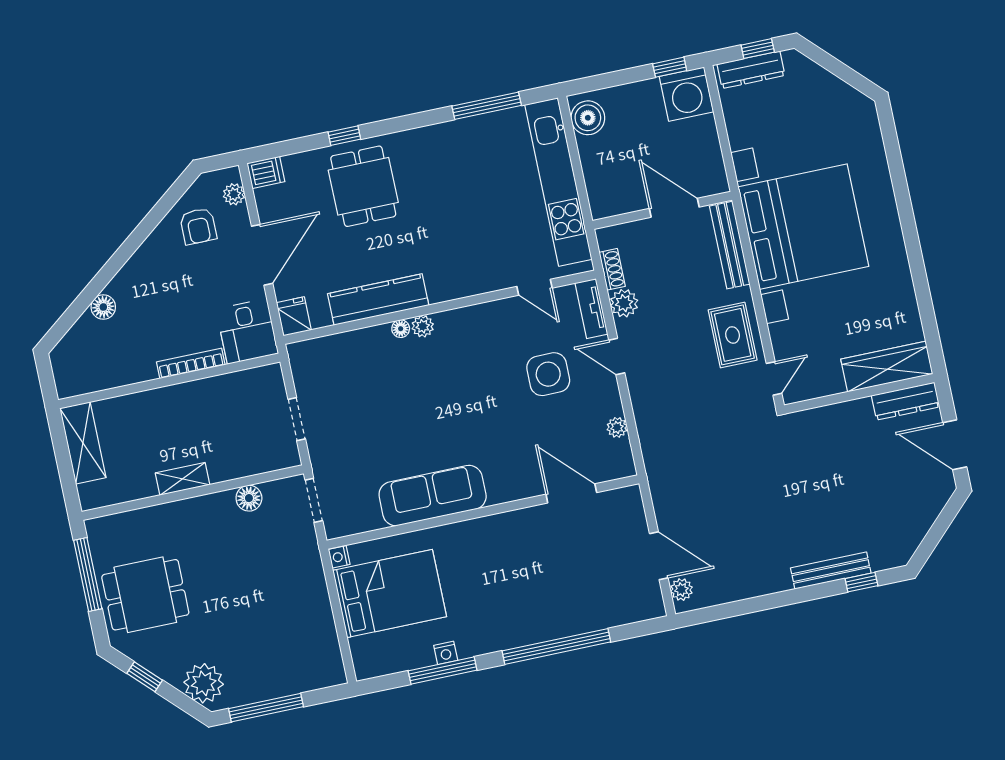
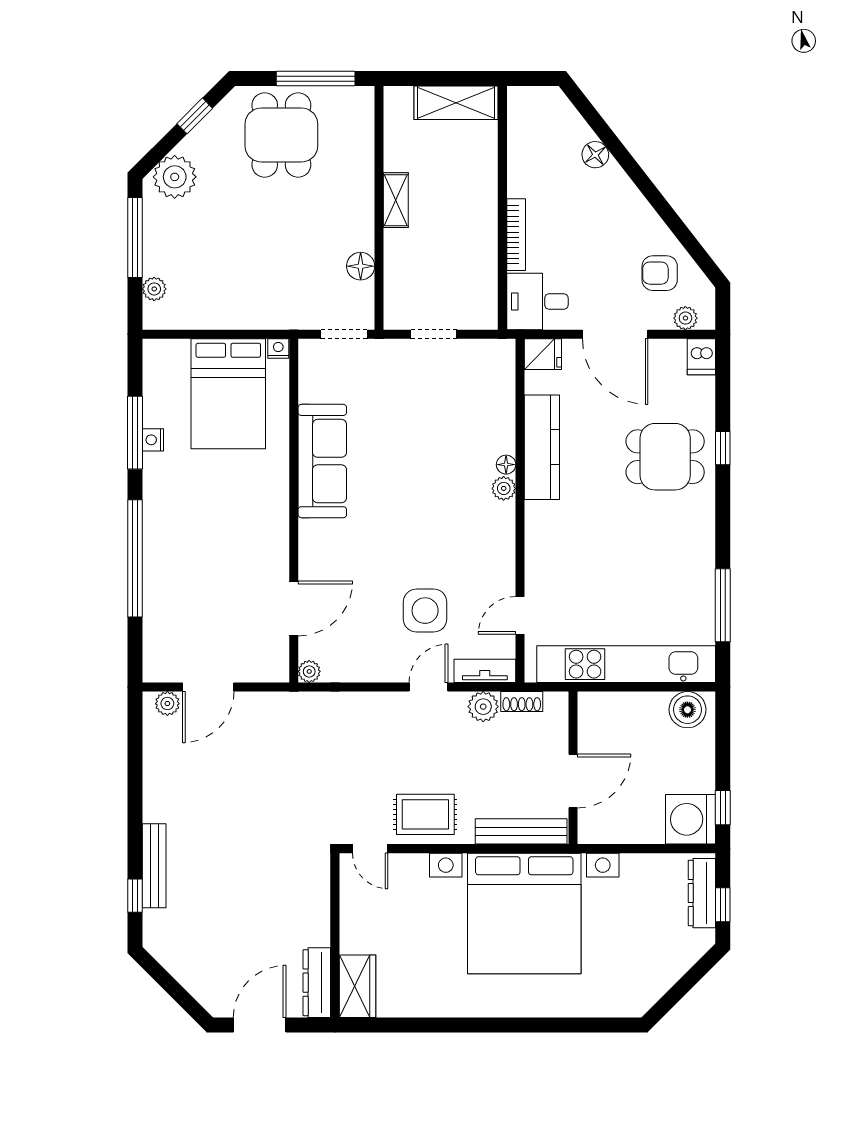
wardrobe: (887, 367) -> (357, 986), width x0.67
plant: (617, 427) -> (309, 671), moved
plant: (309, 680) -> (154, 289), added

